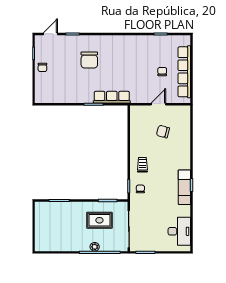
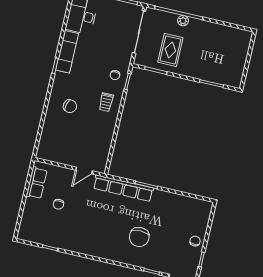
chair: (89, 60) -> (139, 237), turned 180
row of seats: (184, 72) -> (37, 183), width x0.50
row of seats: (112, 97) -> (123, 188), width x1.36
door: (158, 104) -> (84, 171), moved
chair: (163, 132) -> (70, 106), moved
exam couch: (184, 187) -> (67, 52), moved
rug: (99, 220) -> (170, 50), turned 90

